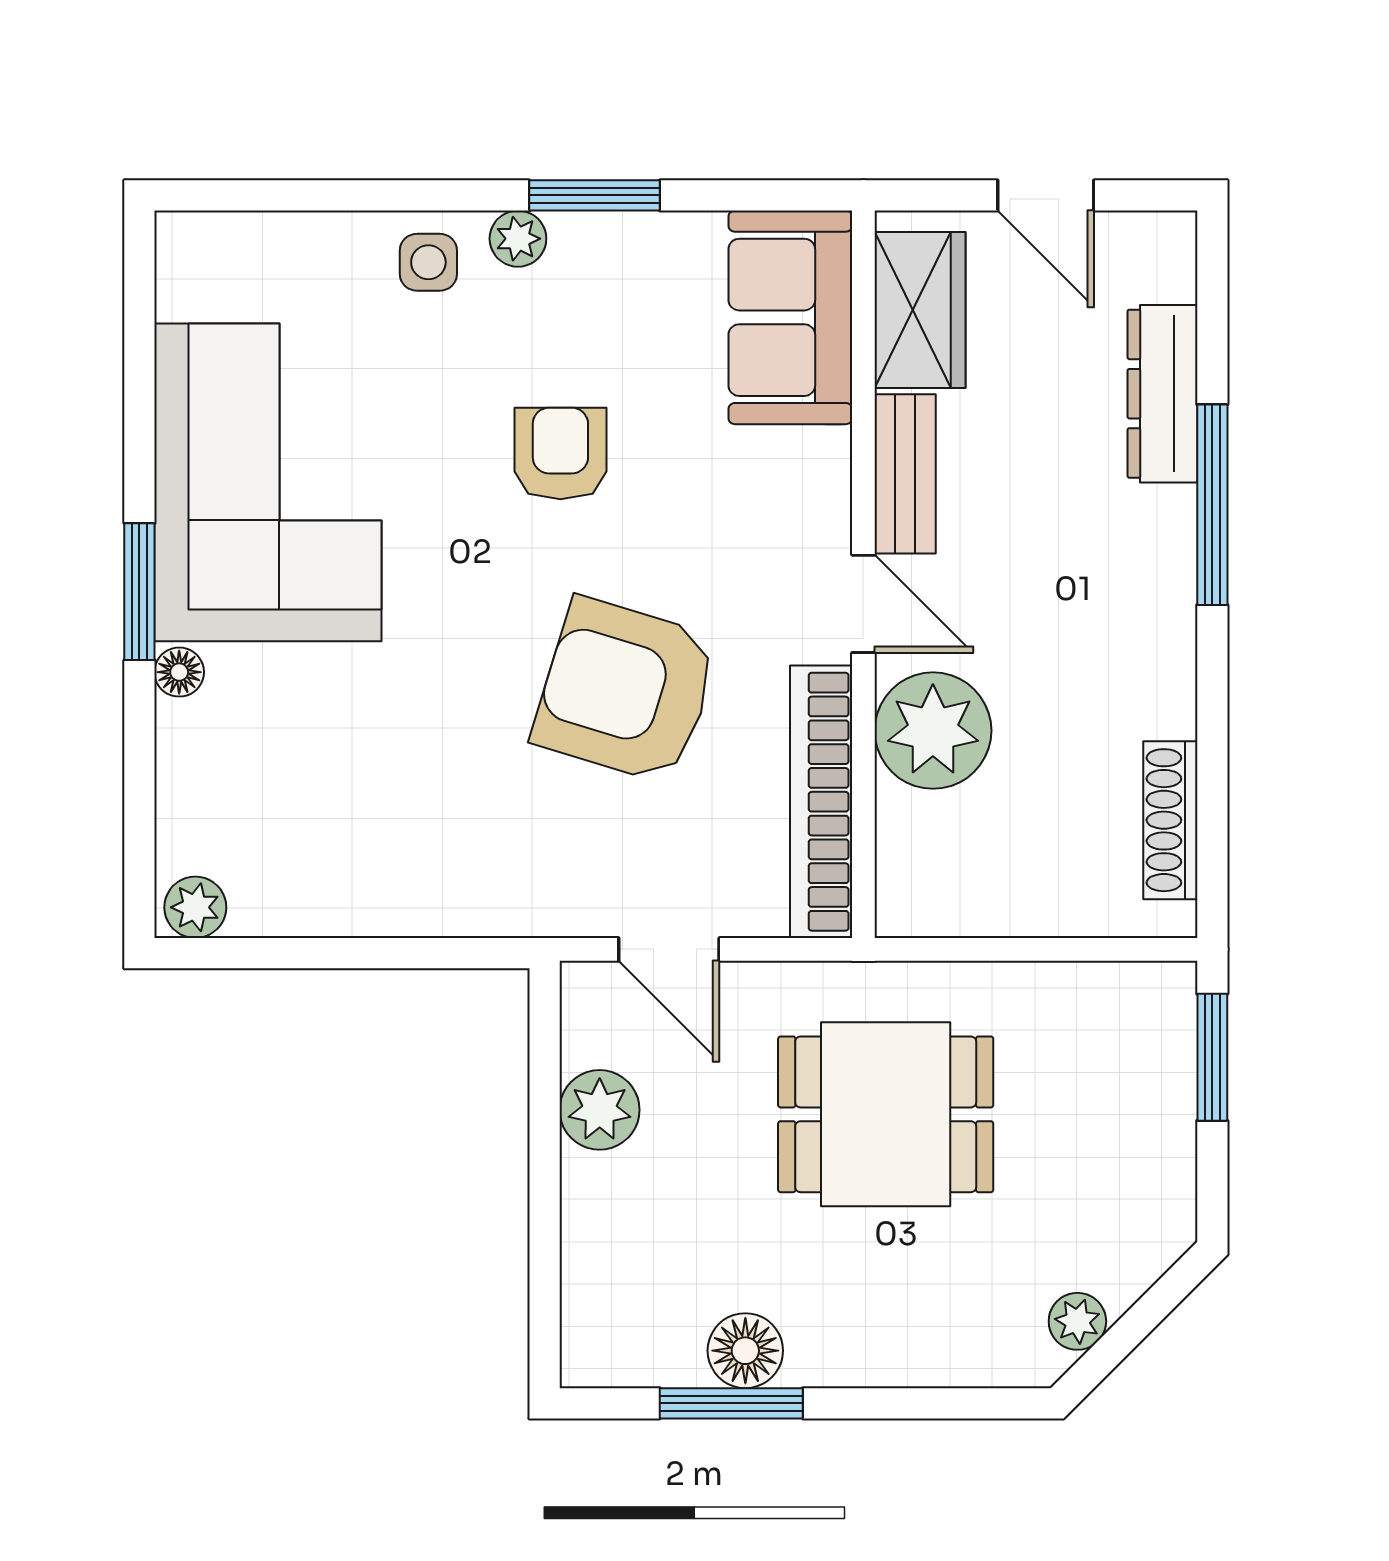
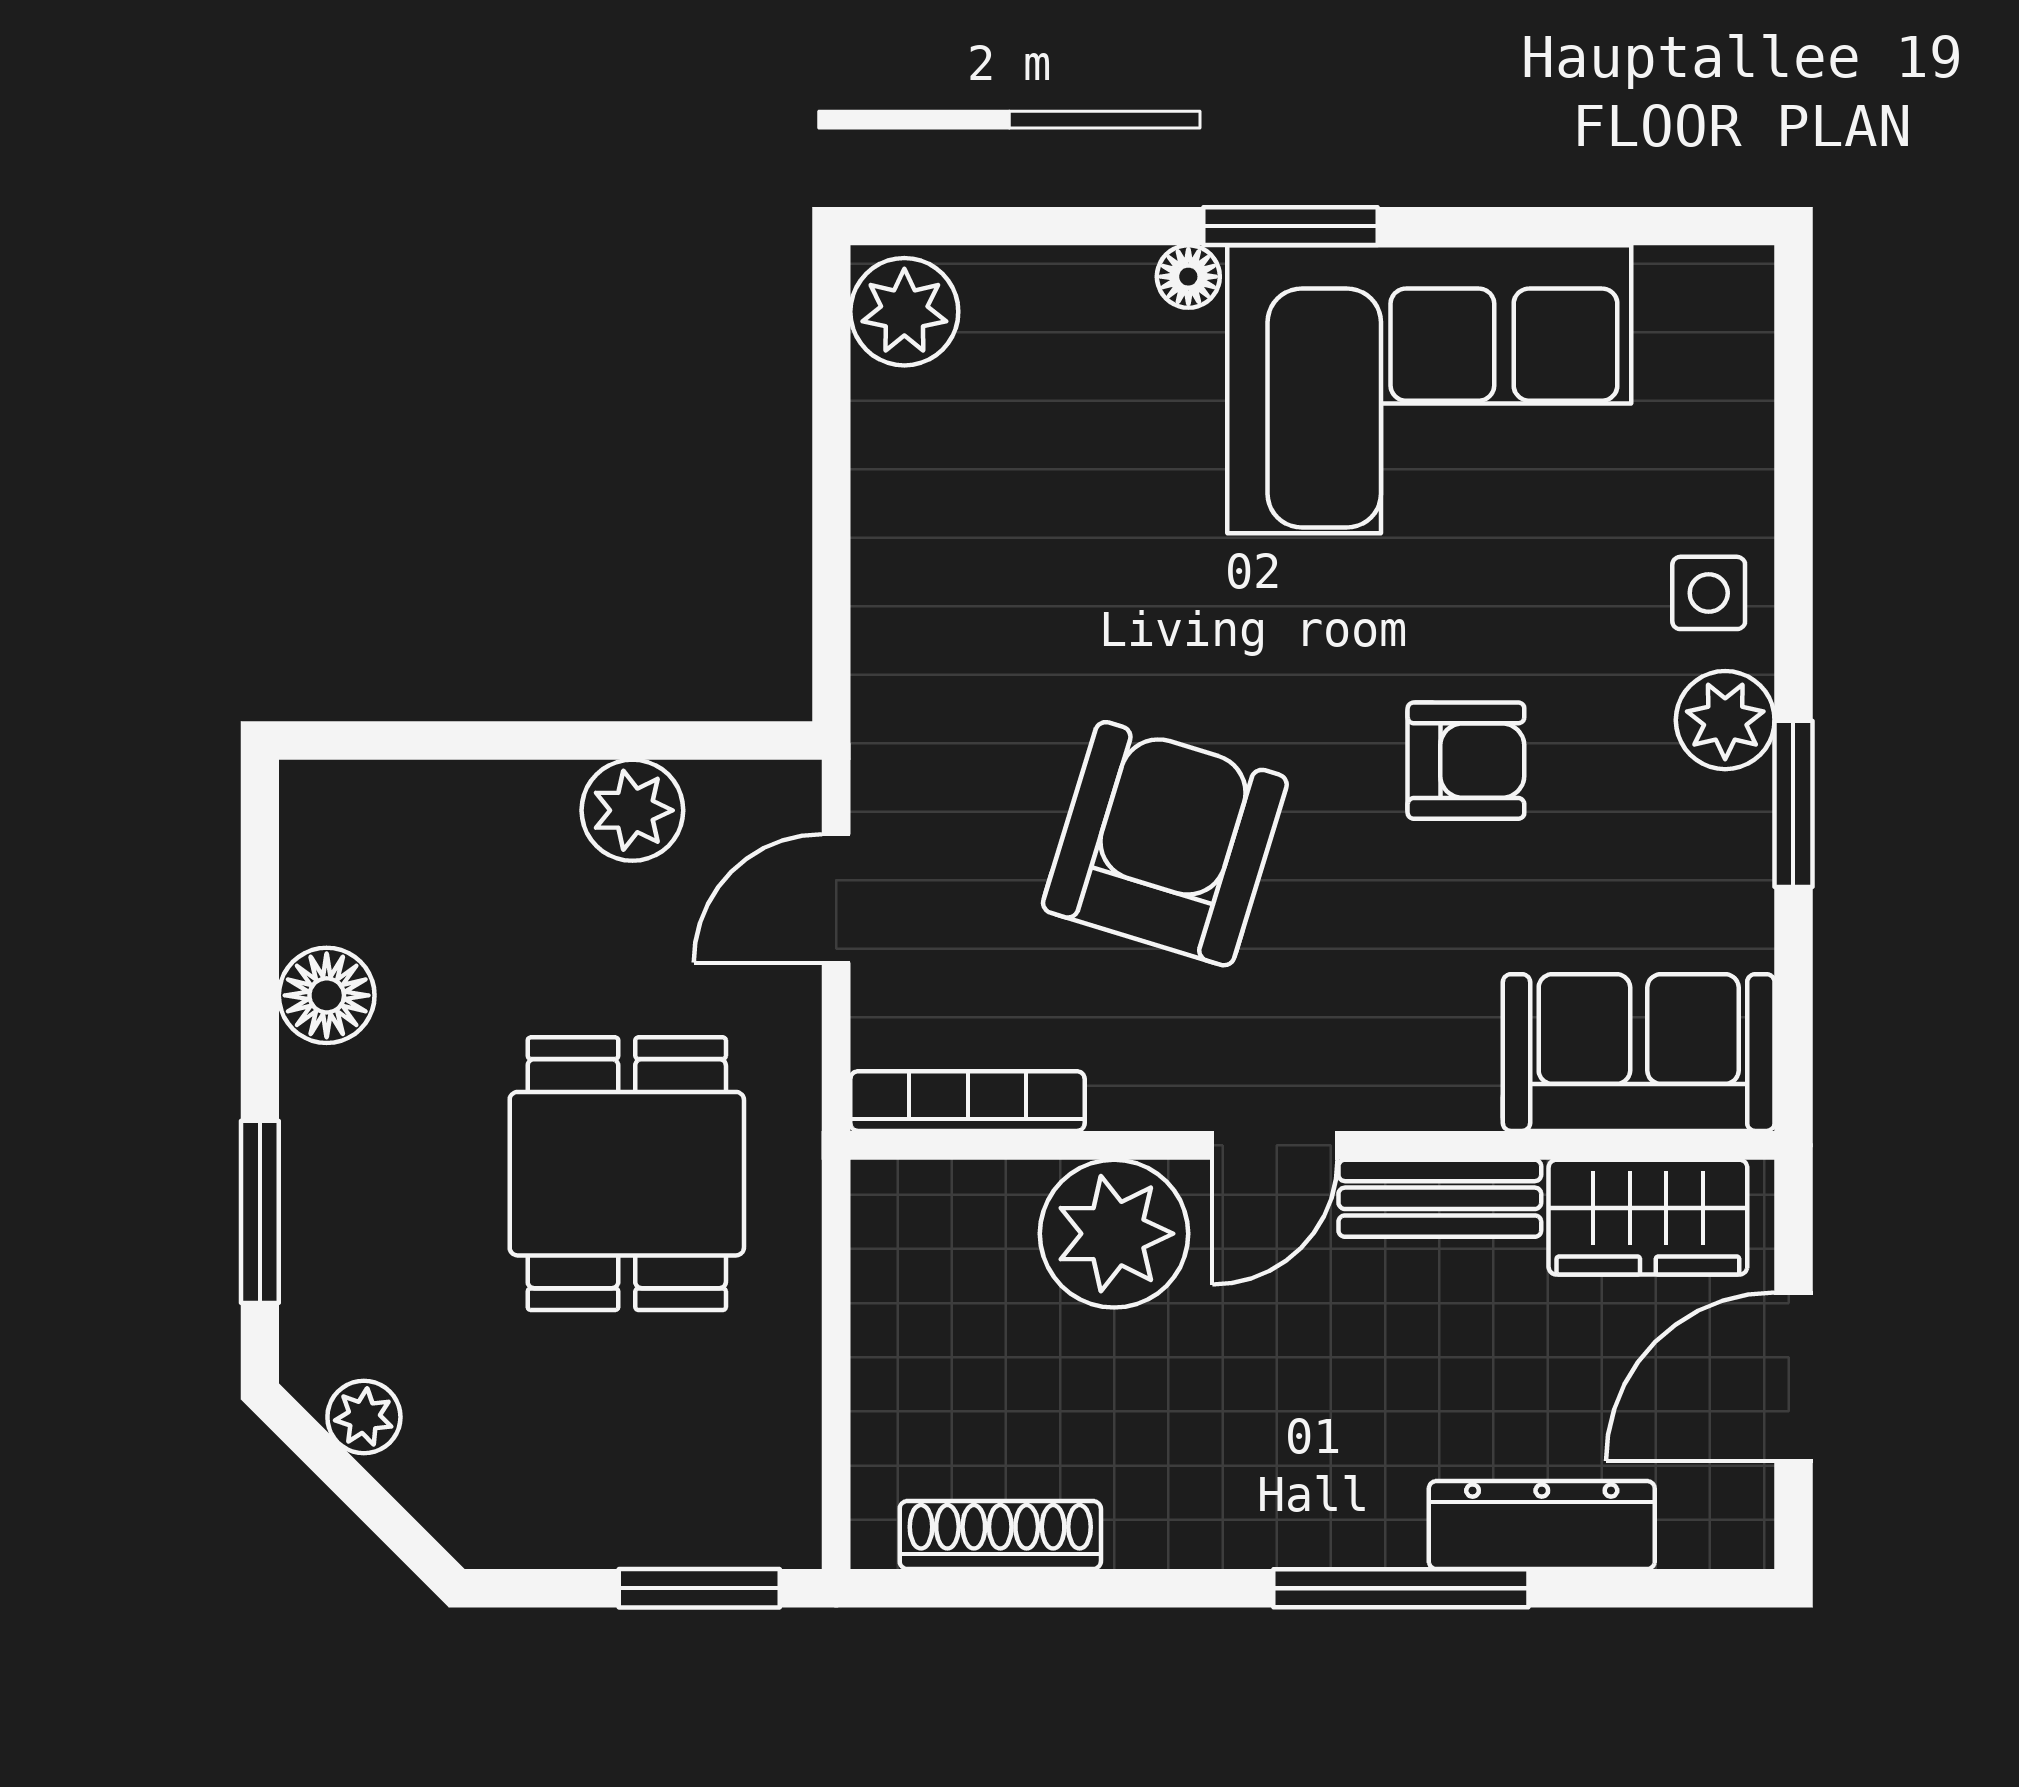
door: (1046, 195) -> (1793, 1377), width x1.38
plant: (518, 239) -> (1725, 720), width x1.38, depth x1.38
bookcase: (821, 802) -> (968, 1101), width x0.68, depth x0.76
plant: (195, 907) -> (904, 312), width x1.38, depth x1.38
window: (731, 1403) -> (260, 1212), moved

